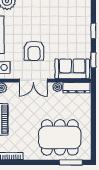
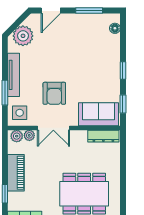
plant: (57, 87) -> (29, 135), moved

